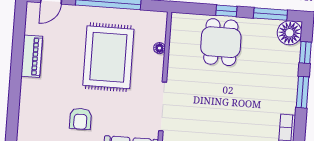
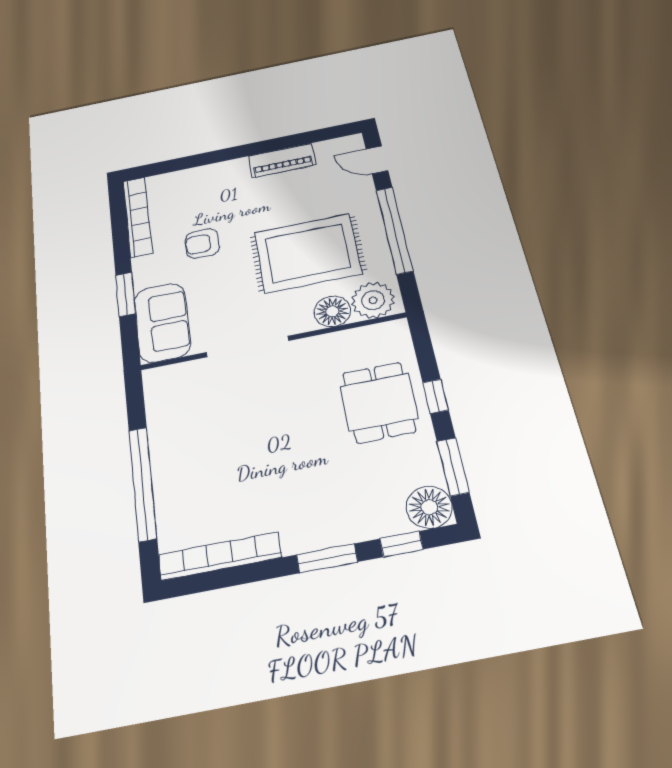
plant: (154, 28) -> (373, 300), added
dining table: (221, 42) -> (379, 402), turned 90
floor lamp: (159, 48) -> (332, 311), width x1.89, depth x1.89

